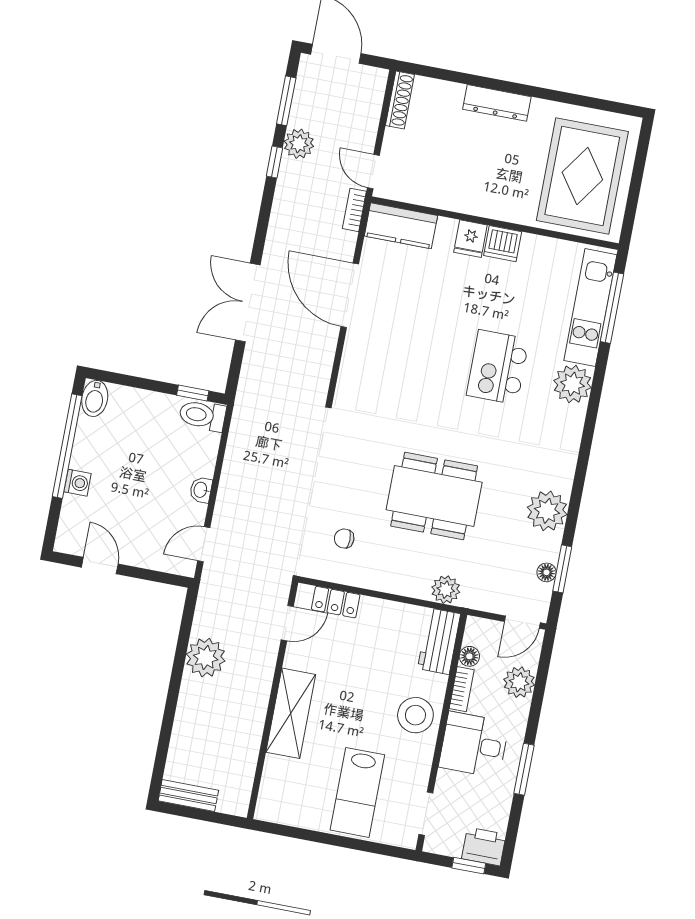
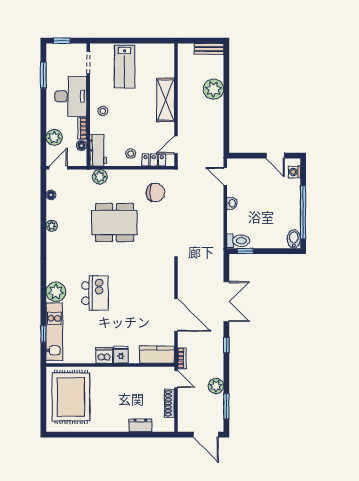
shoe rack: (400, 100) -> (169, 403), moved
dresser: (497, 103) -> (140, 425), moved, width x0.70
window: (275, 162) -> (226, 345), moved
window: (612, 308) -> (43, 334), width x0.46
washing machine: (78, 483) -> (294, 172), moved
plant: (547, 511) -> (52, 226), width x0.53, depth x0.53
chair: (344, 539) -> (156, 193), width x1.87, depth x1.87
door: (204, 544) -> (225, 176), swing flipped
window: (562, 569) -> (43, 198), removed
stool: (378, 623) -> (131, 153), added
plant: (206, 658) -> (213, 89), moved
stool: (415, 715) -> (103, 111), width x0.53, depth x0.53
desk: (474, 745) -> (71, 96), width x1.37
window: (524, 769) -> (43, 75), moved
lab bench: (357, 792) -> (125, 67), turned 180
printer: (484, 847) -> (56, 52), removed

